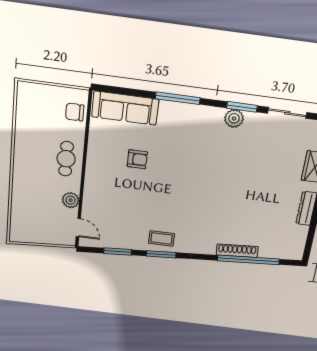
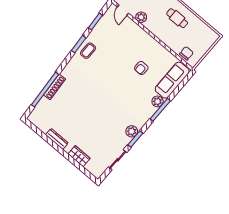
plant: (168, 109) -> (158, 101), added
cafe table: (66, 159) -> (177, 18), moved
door: (78, 228) -> (123, 10), hinge flipped

